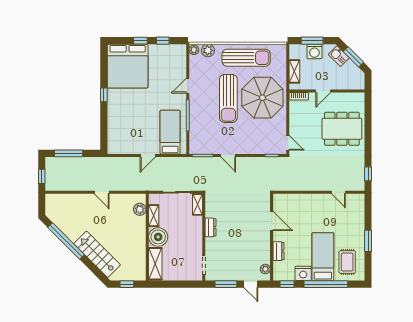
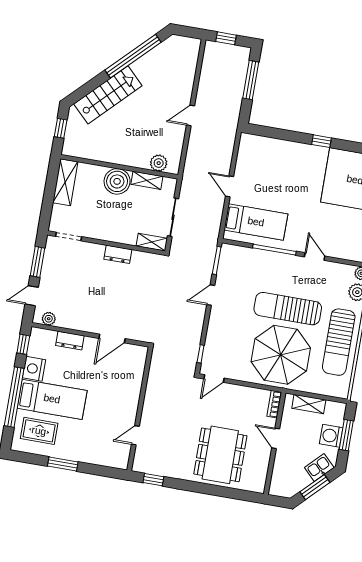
shelving: (155, 264) -> (65, 182), moved, turned 90

